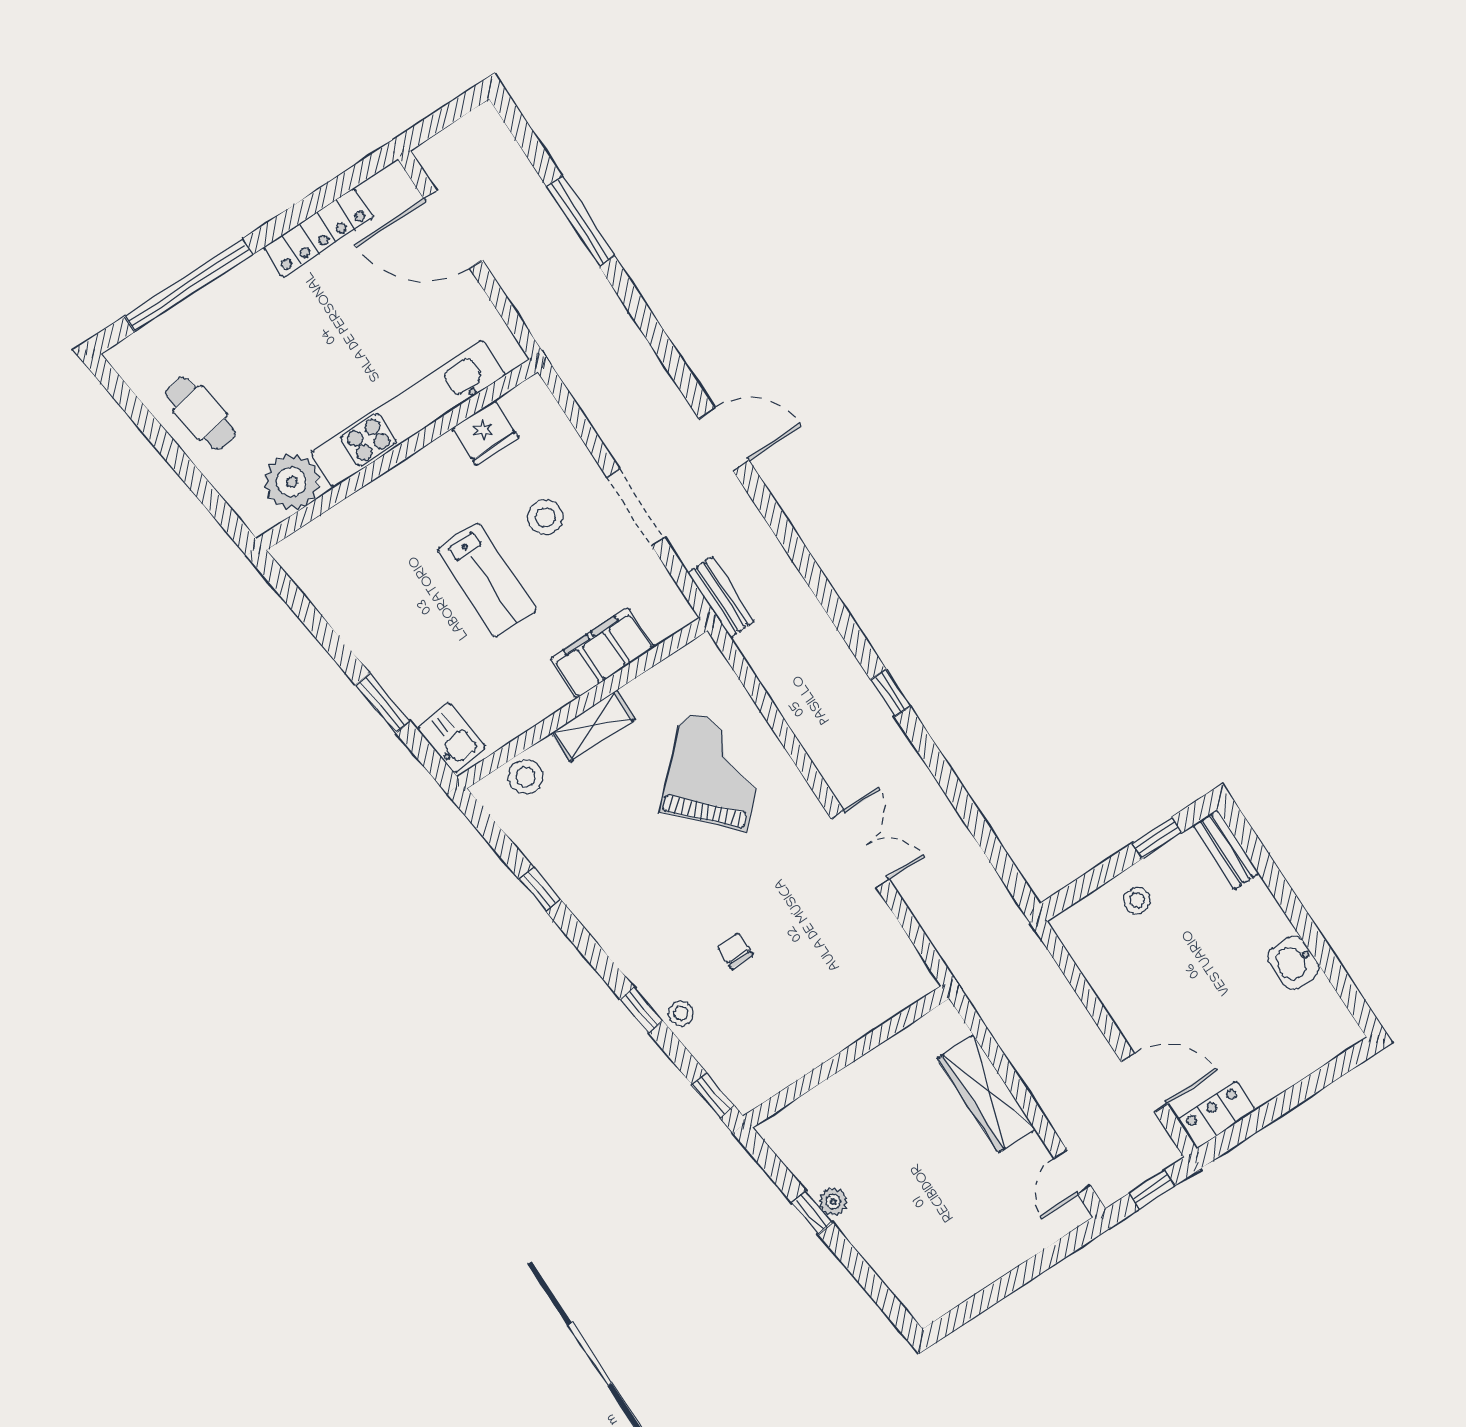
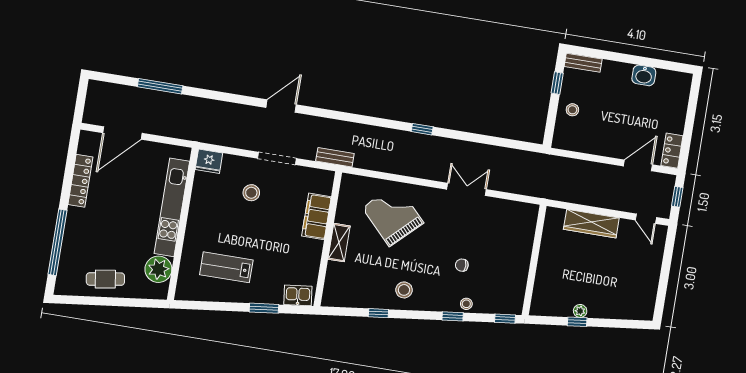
fridge: (485, 433) -> (209, 161), moved, turned 90
lab bench: (487, 580) -> (226, 267), moved, turned 180
stool: (526, 777) -> (404, 290), moved

